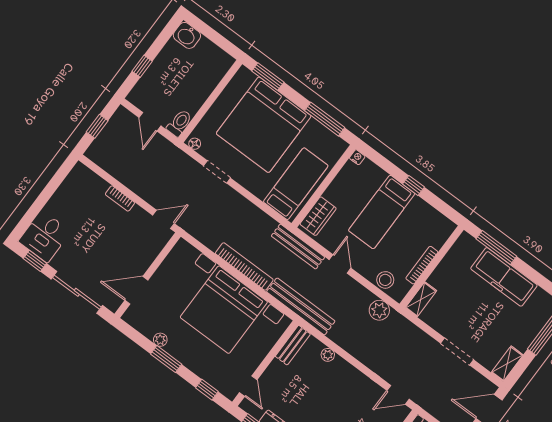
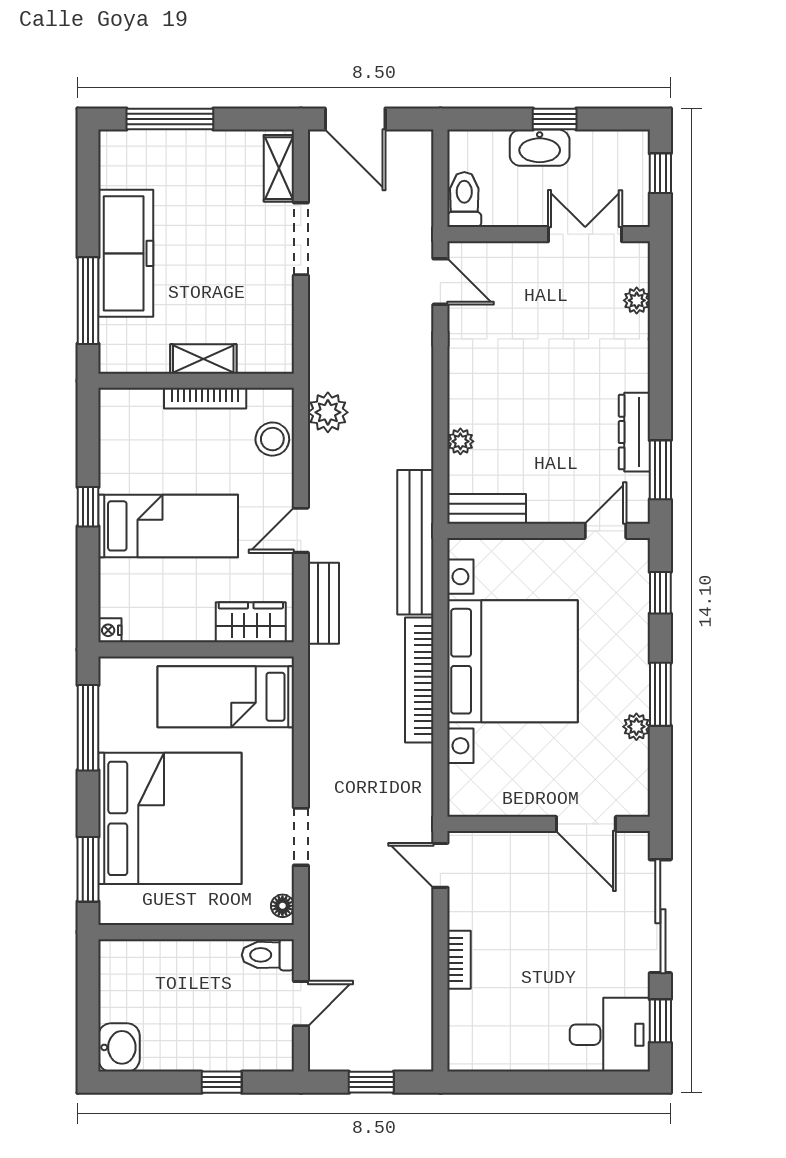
bench: (298, 247) -> (323, 603), width x0.73
shelving: (421, 299) -> (203, 359), moved
shelving: (507, 364) -> (279, 168), moved, turned 90

